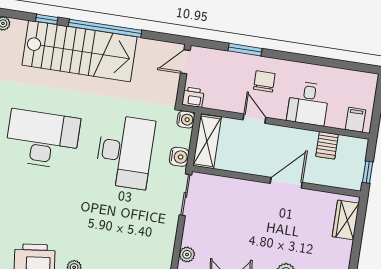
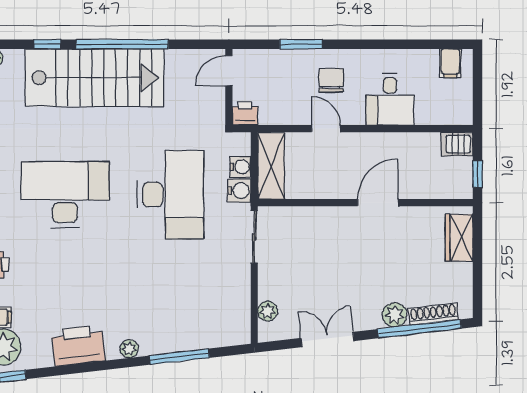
water cooler: (186, 119) -> (240, 167), moved
filing cabinet: (355, 120) -> (450, 63), moved, turned 180
server rack: (327, 145) -> (457, 144), moved, turned 90

